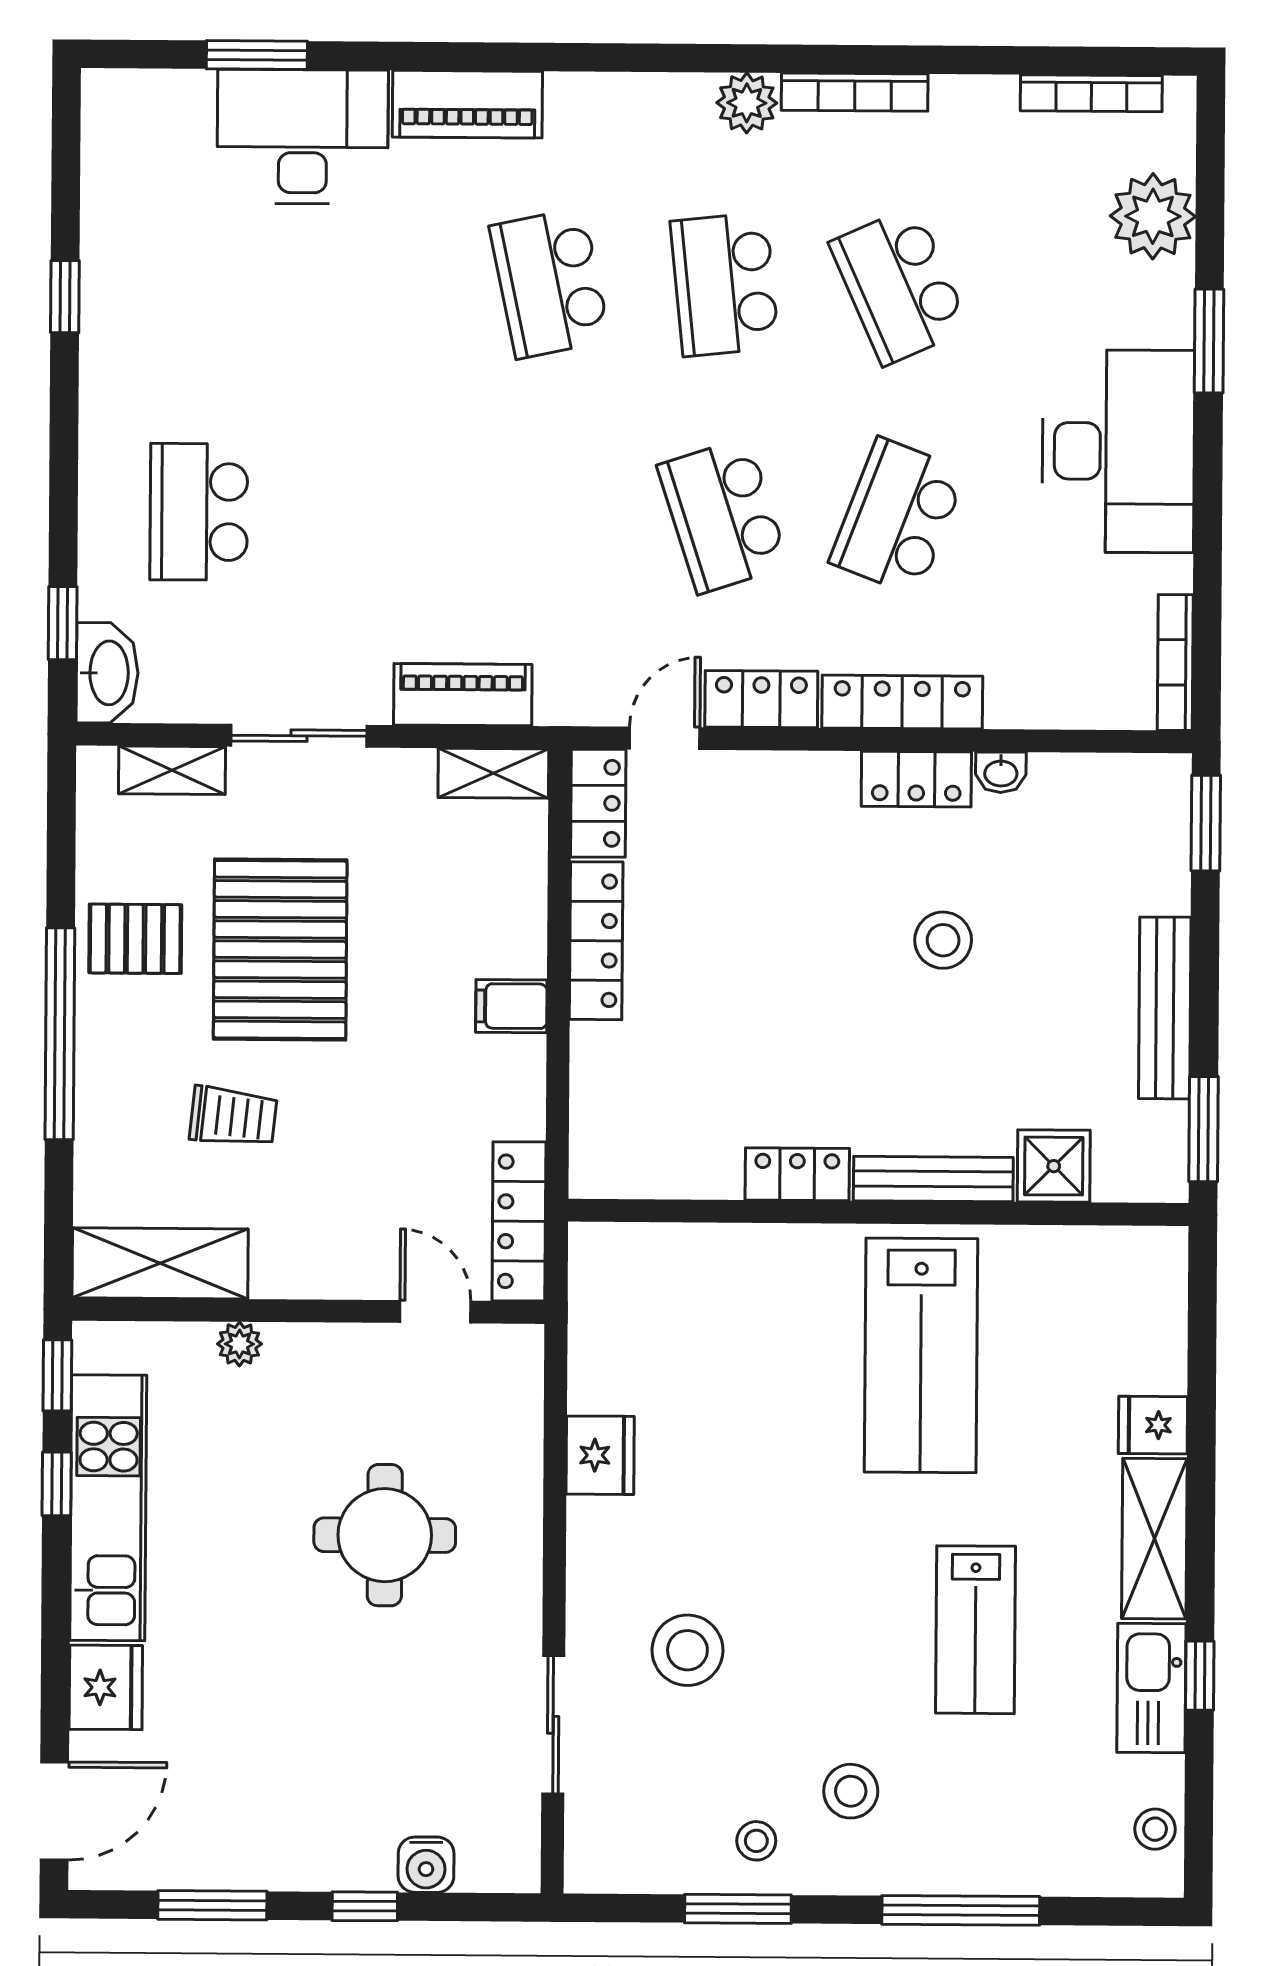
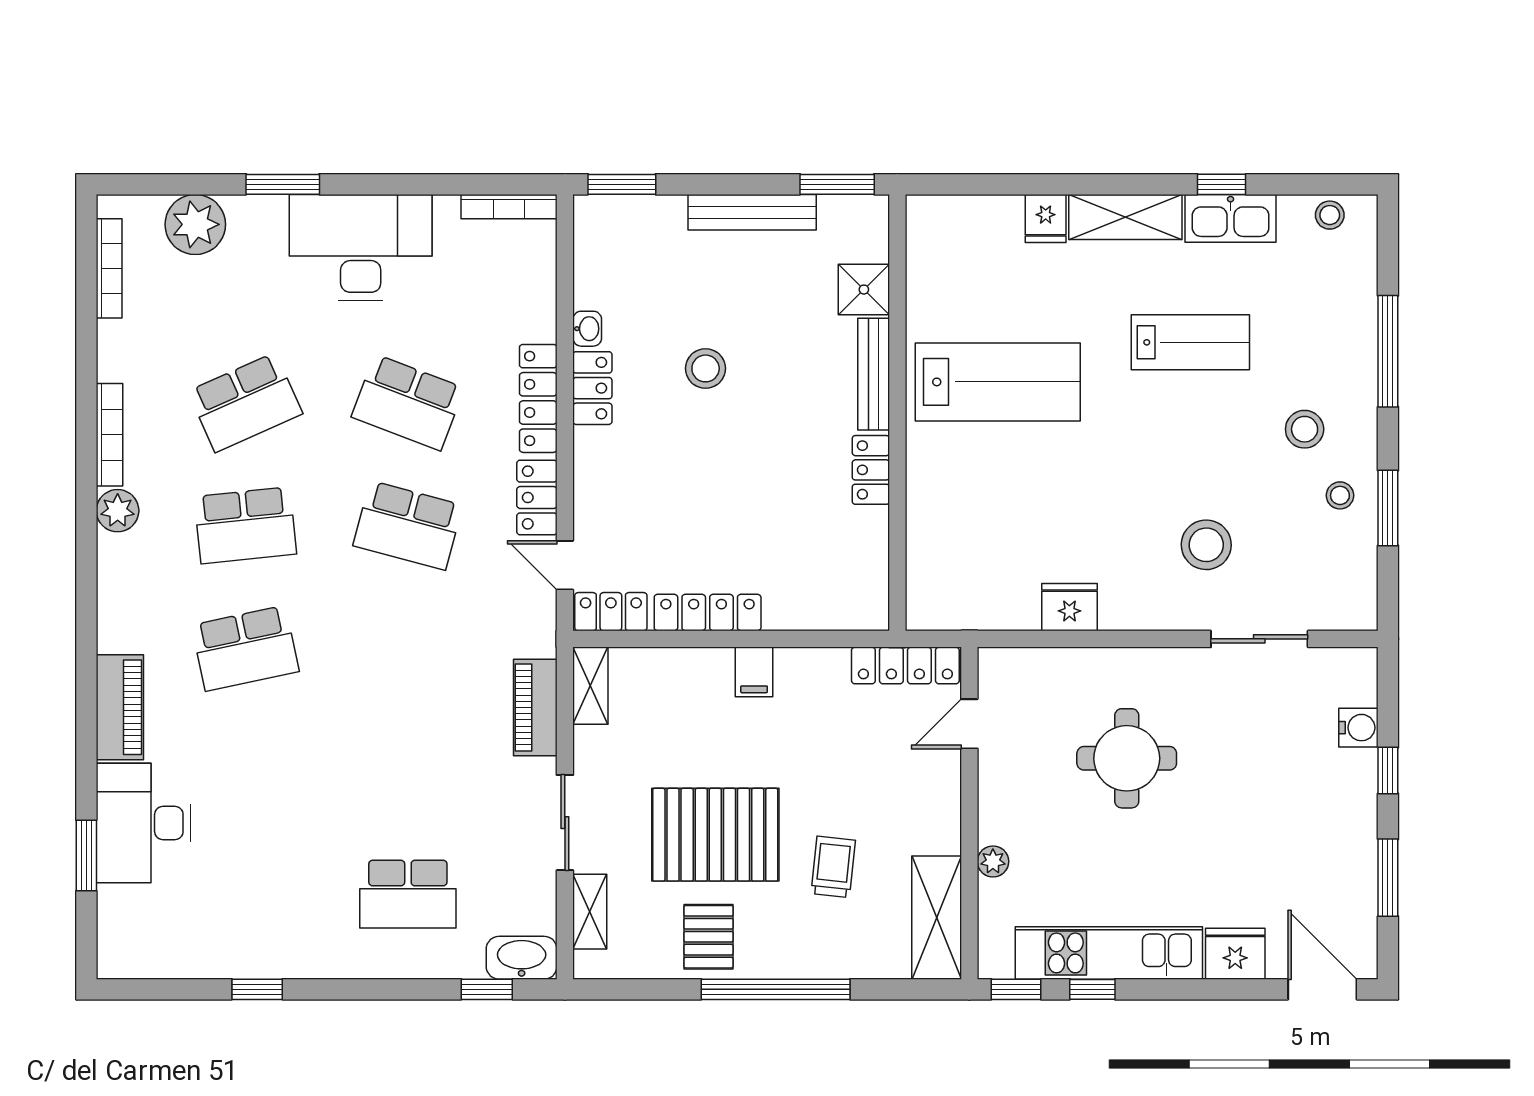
school desk: (723, 516) -> (408, 525), turned 33

